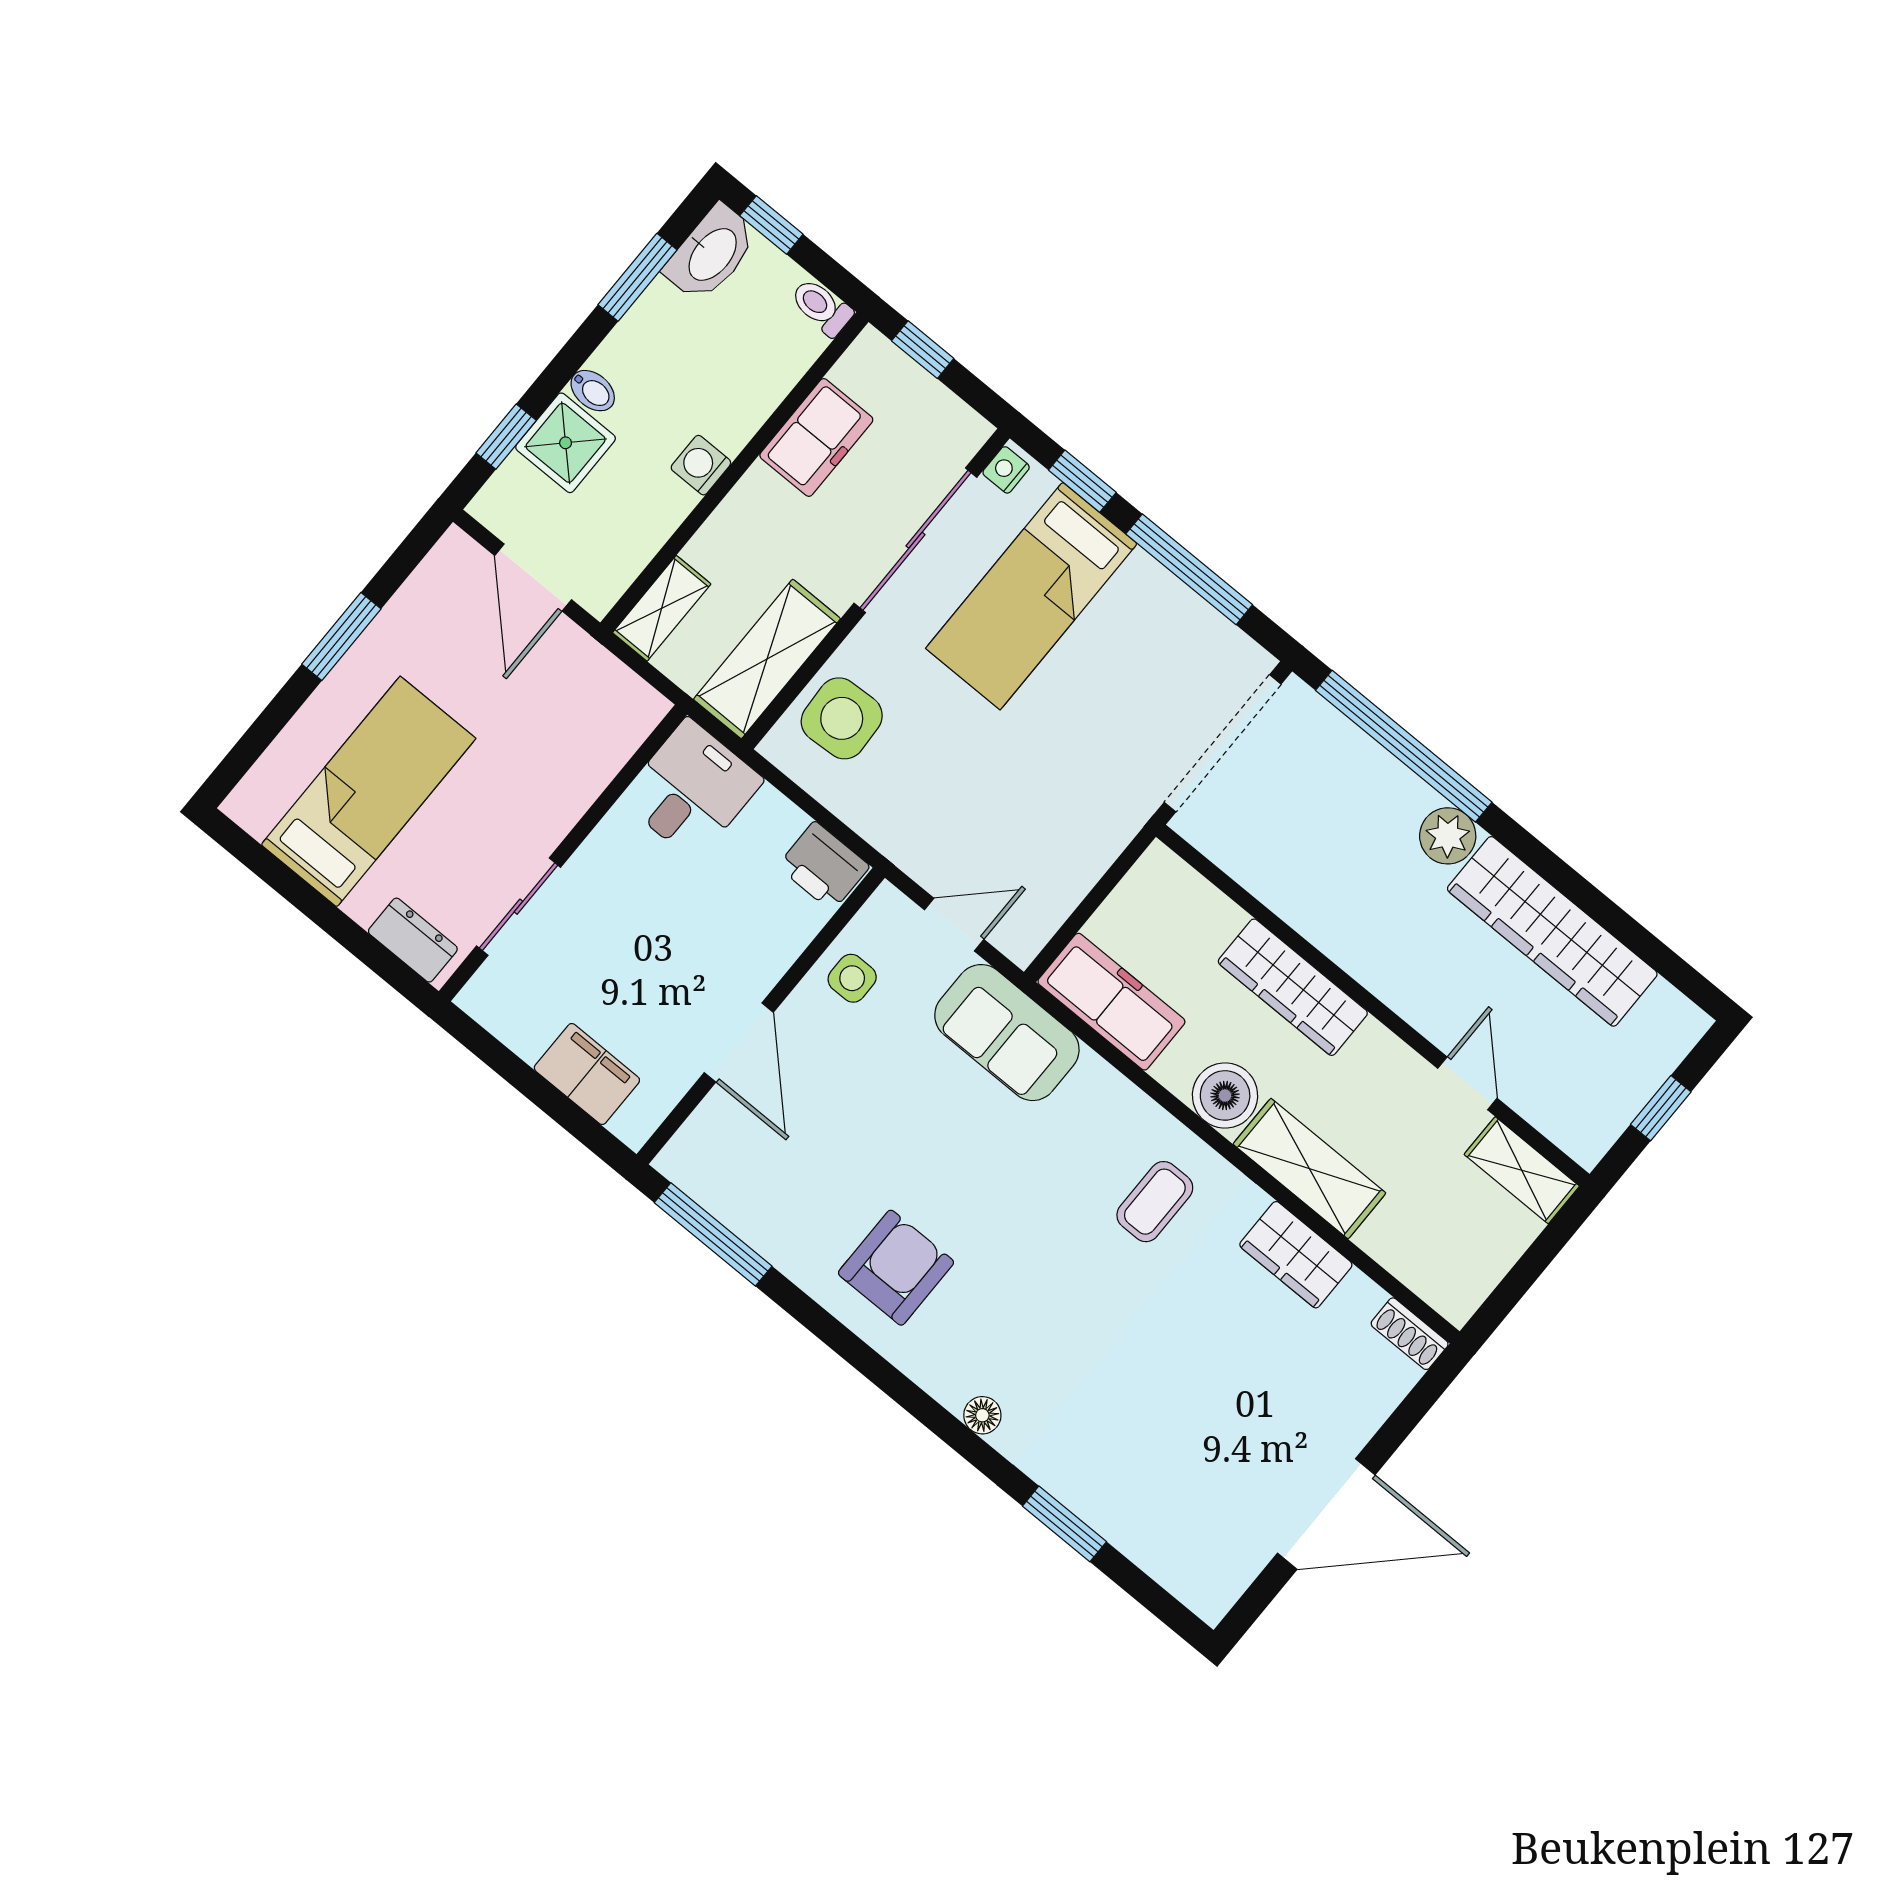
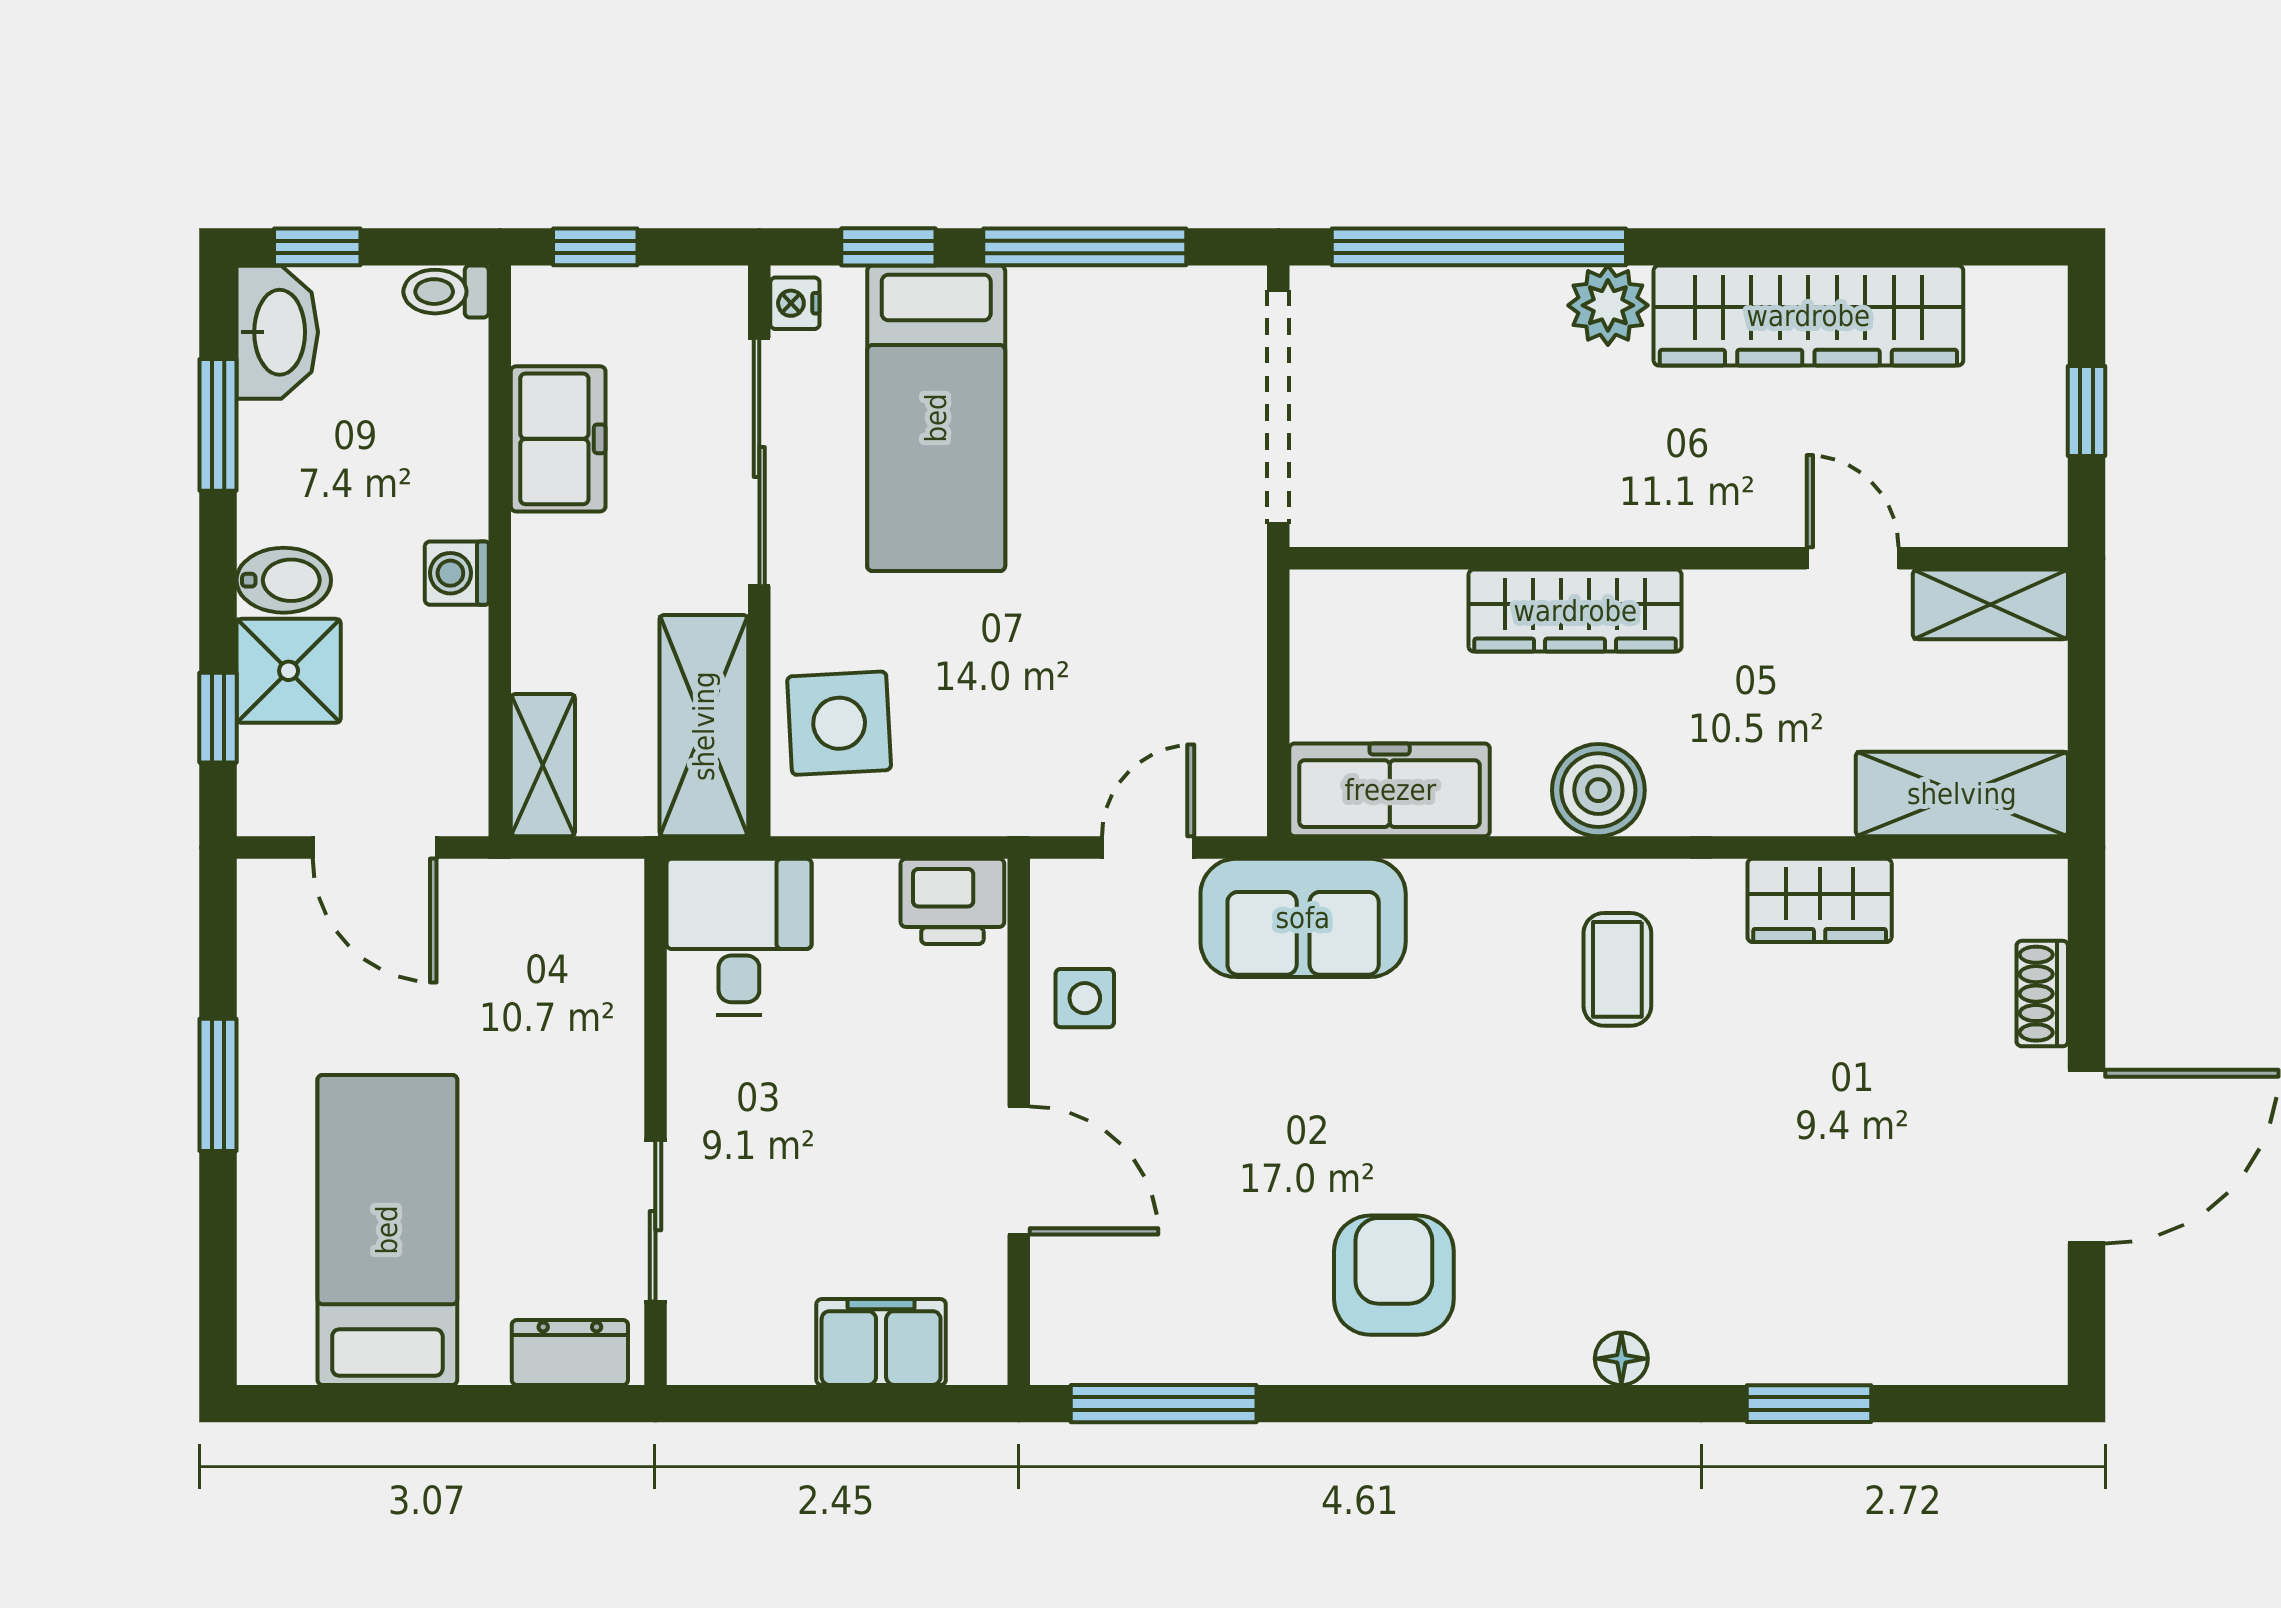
bidet: (593, 391) -> (284, 580), width x1.38, depth x1.36
shelving: (1309, 1169) -> (1962, 794), moved
shoe rack: (1410, 1334) -> (2042, 994), moved, turned 90

